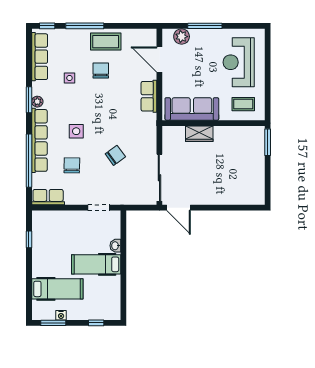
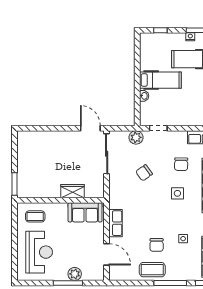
plant: (182, 37) -> (75, 274), moved
sofa: (192, 109) -> (85, 212), width x0.73
plant: (125, 197) -> (136, 137), added

